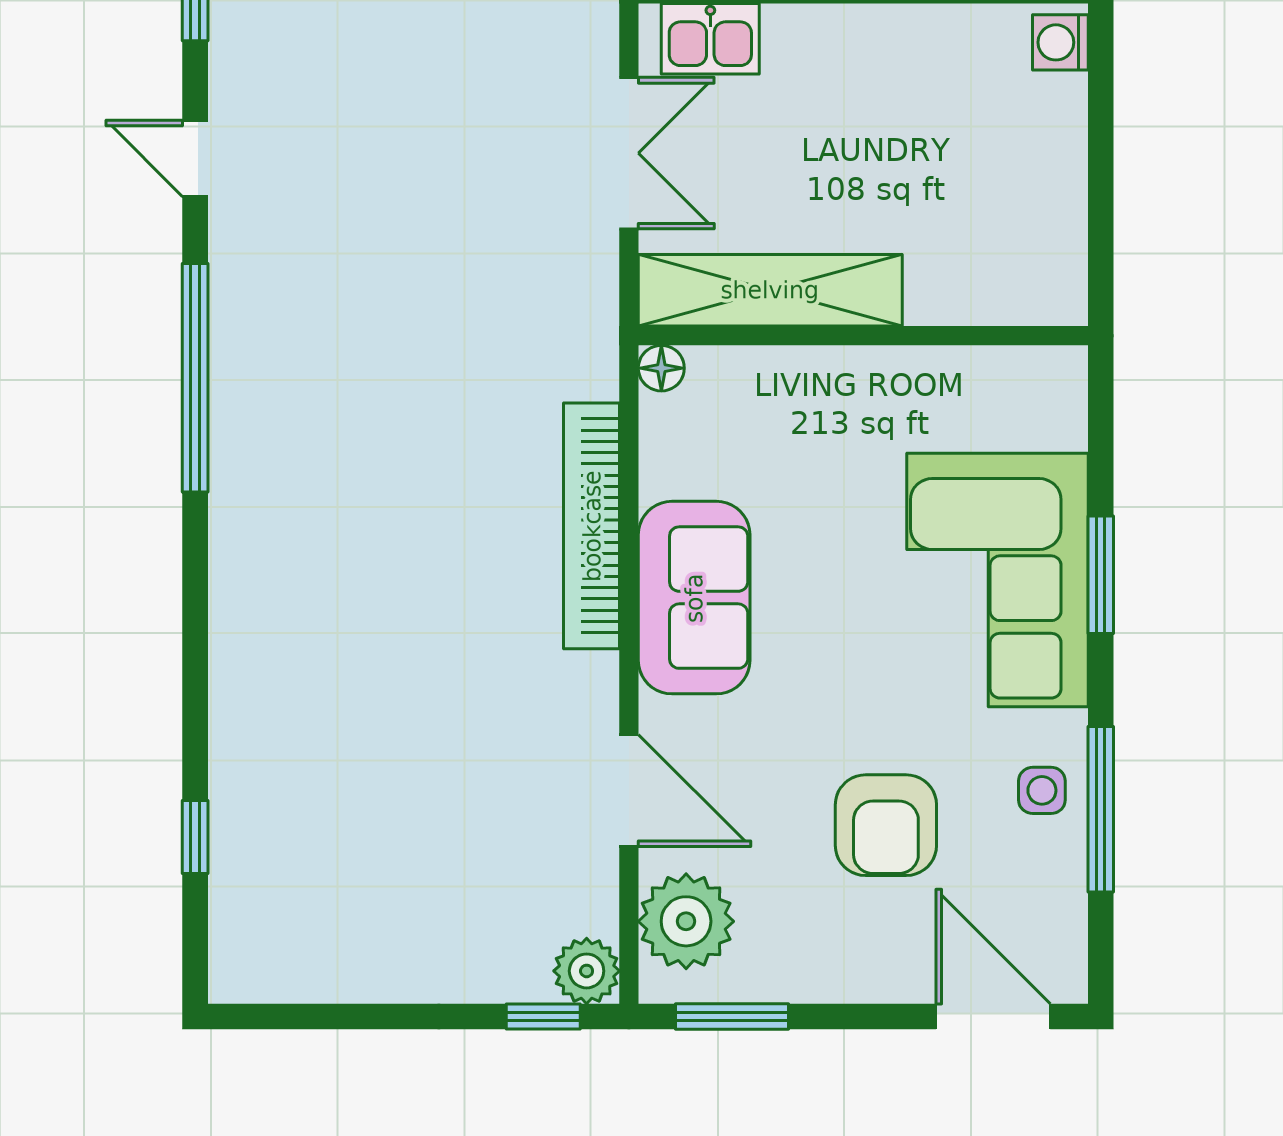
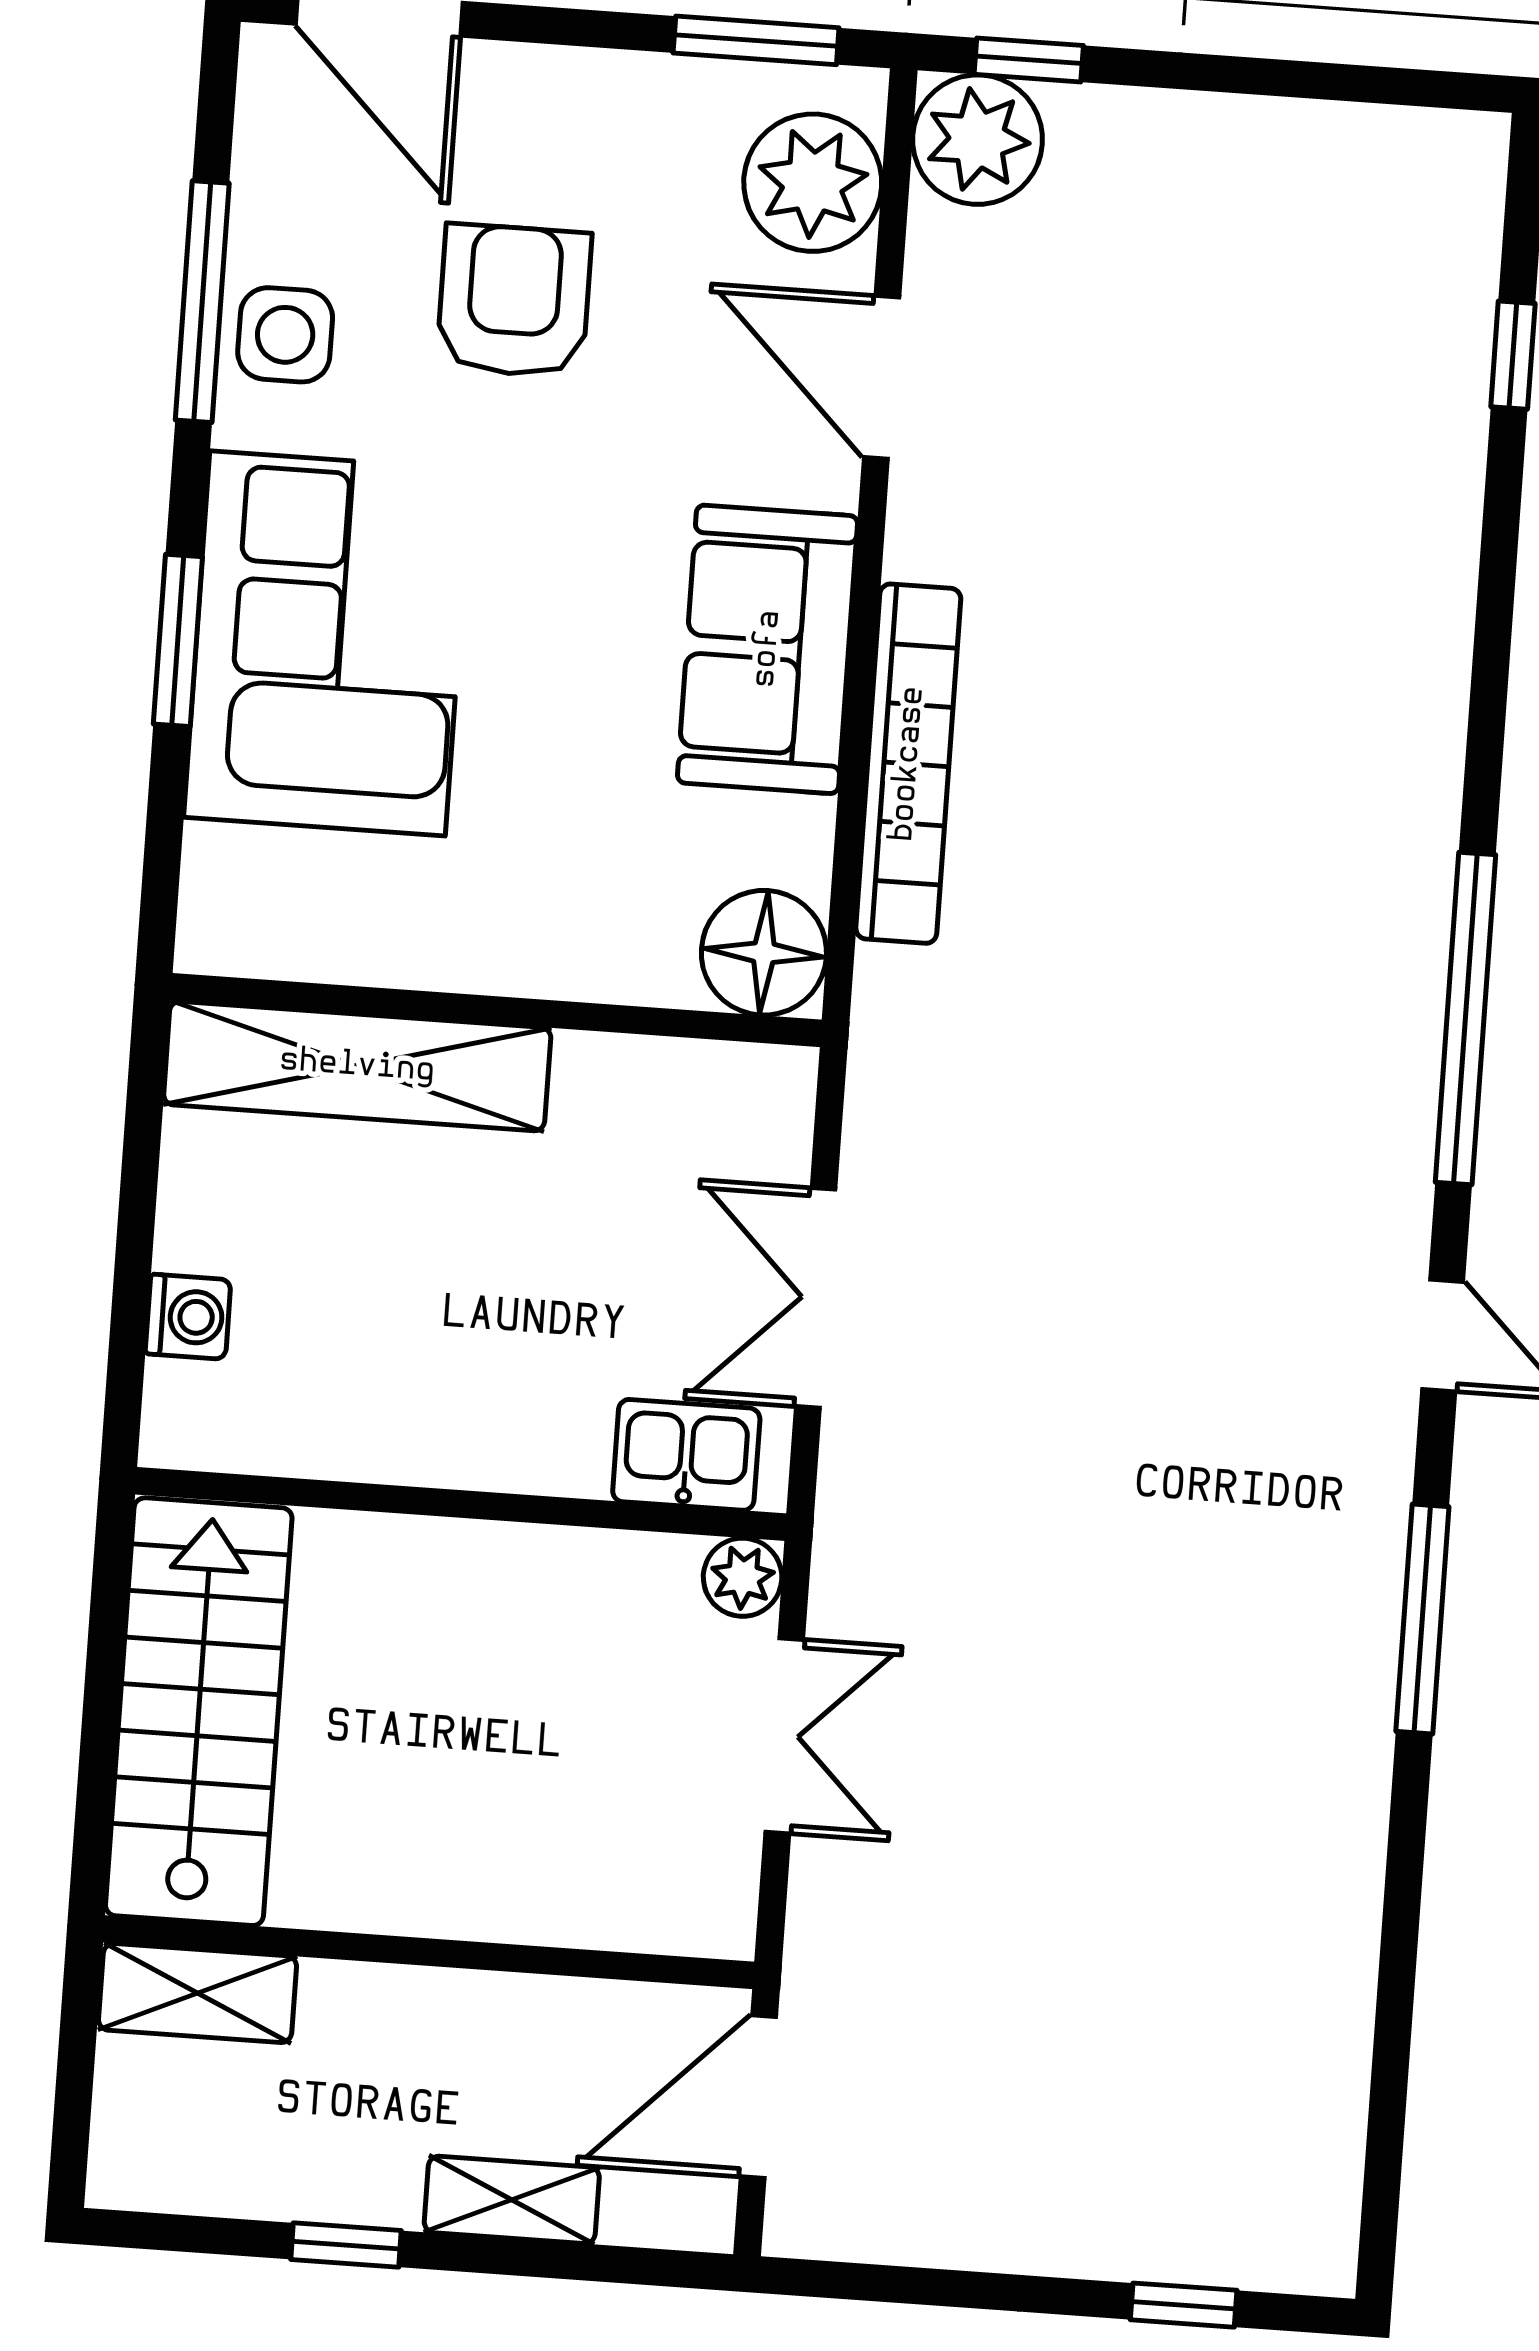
washing machine: (1060, 42) -> (188, 1317), moved
shelving: (770, 290) -> (357, 1066), moved
floor lamp: (661, 368) -> (764, 953), width x1.89, depth x1.89
side table: (1042, 790) -> (285, 335), width x1.37, depth x1.37
plant: (587, 971) -> (978, 140), width x1.36, depth x1.36

